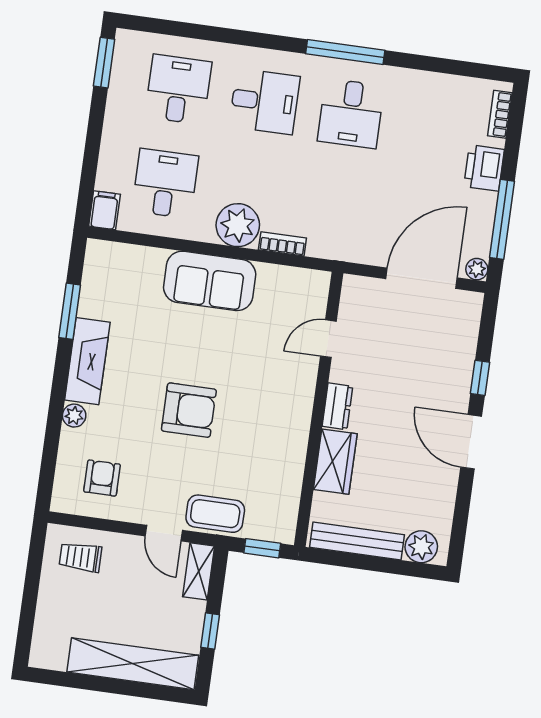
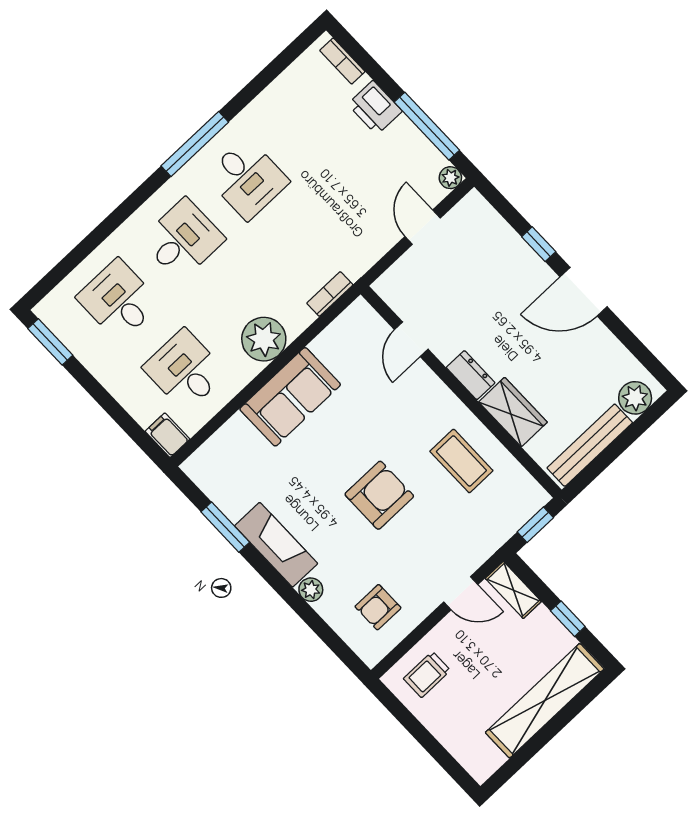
bookcase: (282, 244) -> (330, 294), moved
door: (422, 278) -> (423, 227), width x0.53
armchair: (102, 478) -> (378, 607), turned -90
coffee table: (215, 514) -> (461, 461), moved, turned 90

